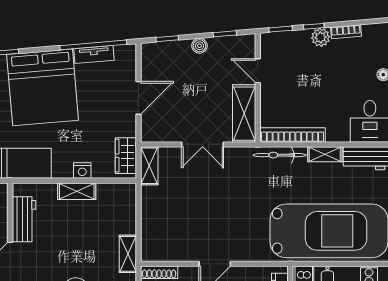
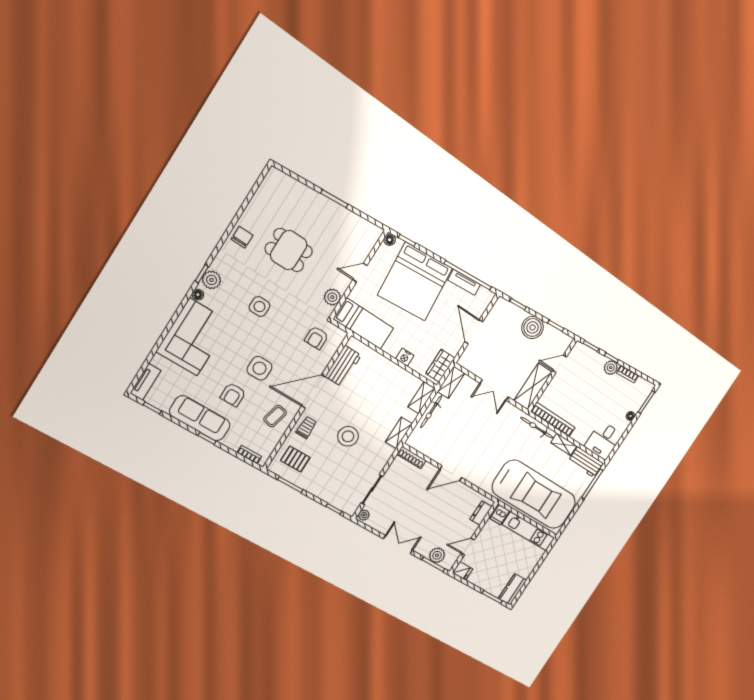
boiler: (199, 46) -> (533, 327), width x1.86, depth x1.86
door: (258, 71) -> (560, 364), hinge flipped
door: (138, 98) -> (474, 332), swing flipped
shelving: (77, 191) -> (422, 398), moved, turned 90
bicycle: (148, 210) -> (431, 412), added

